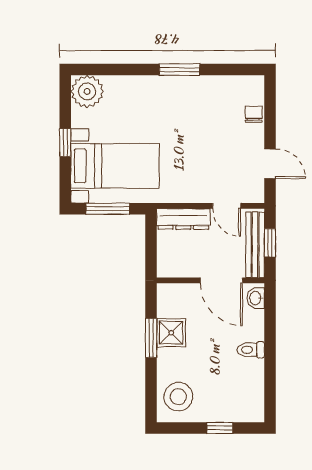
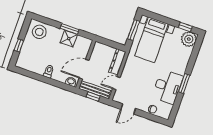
desk: (198, 101) -> (168, 87), added
window: (65, 143) -> (185, 27), moved

